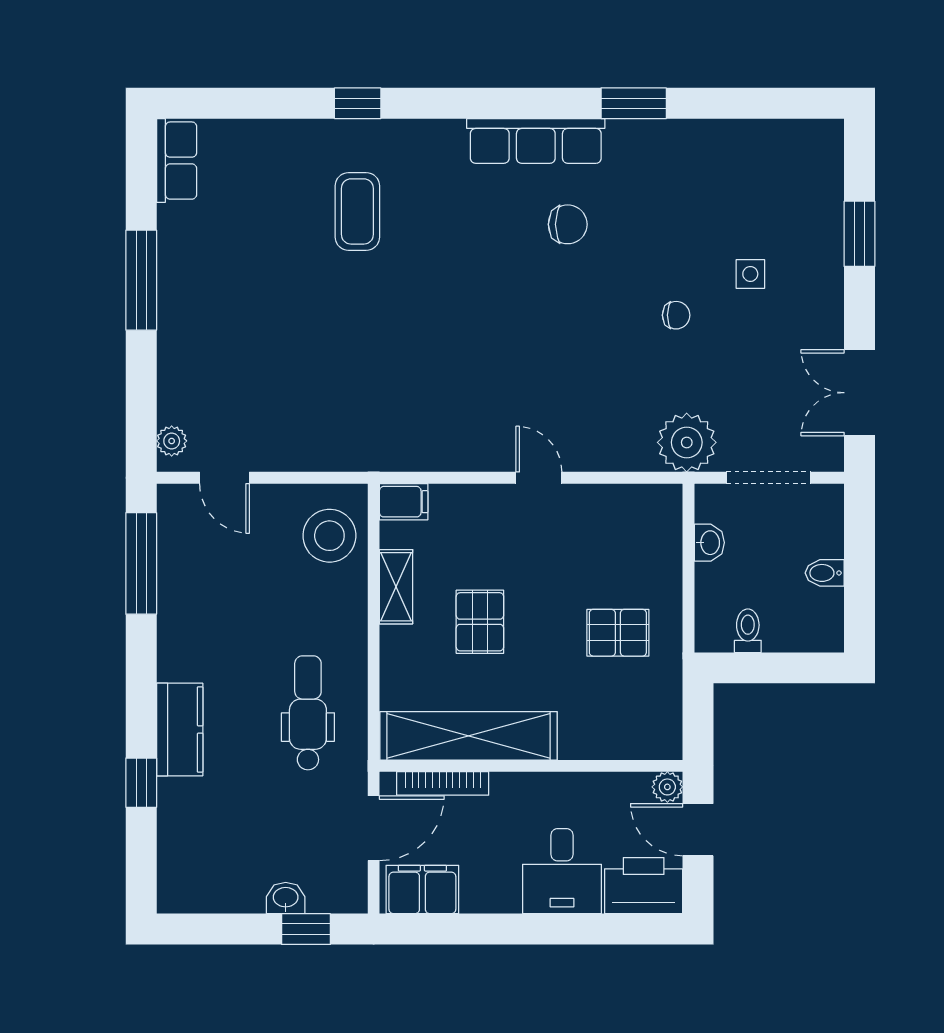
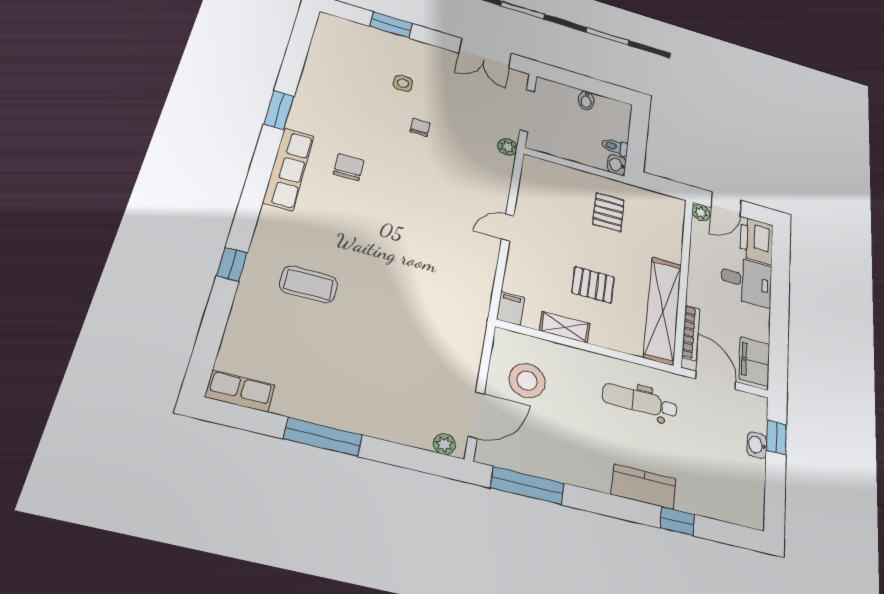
plant: (687, 442) -> (507, 147), width x0.53, depth x0.53
door: (224, 478) -> (476, 415), width x1.37
stool: (329, 536) -> (527, 381), moved
washbasin: (709, 543) -> (617, 165), moved, turned -90

